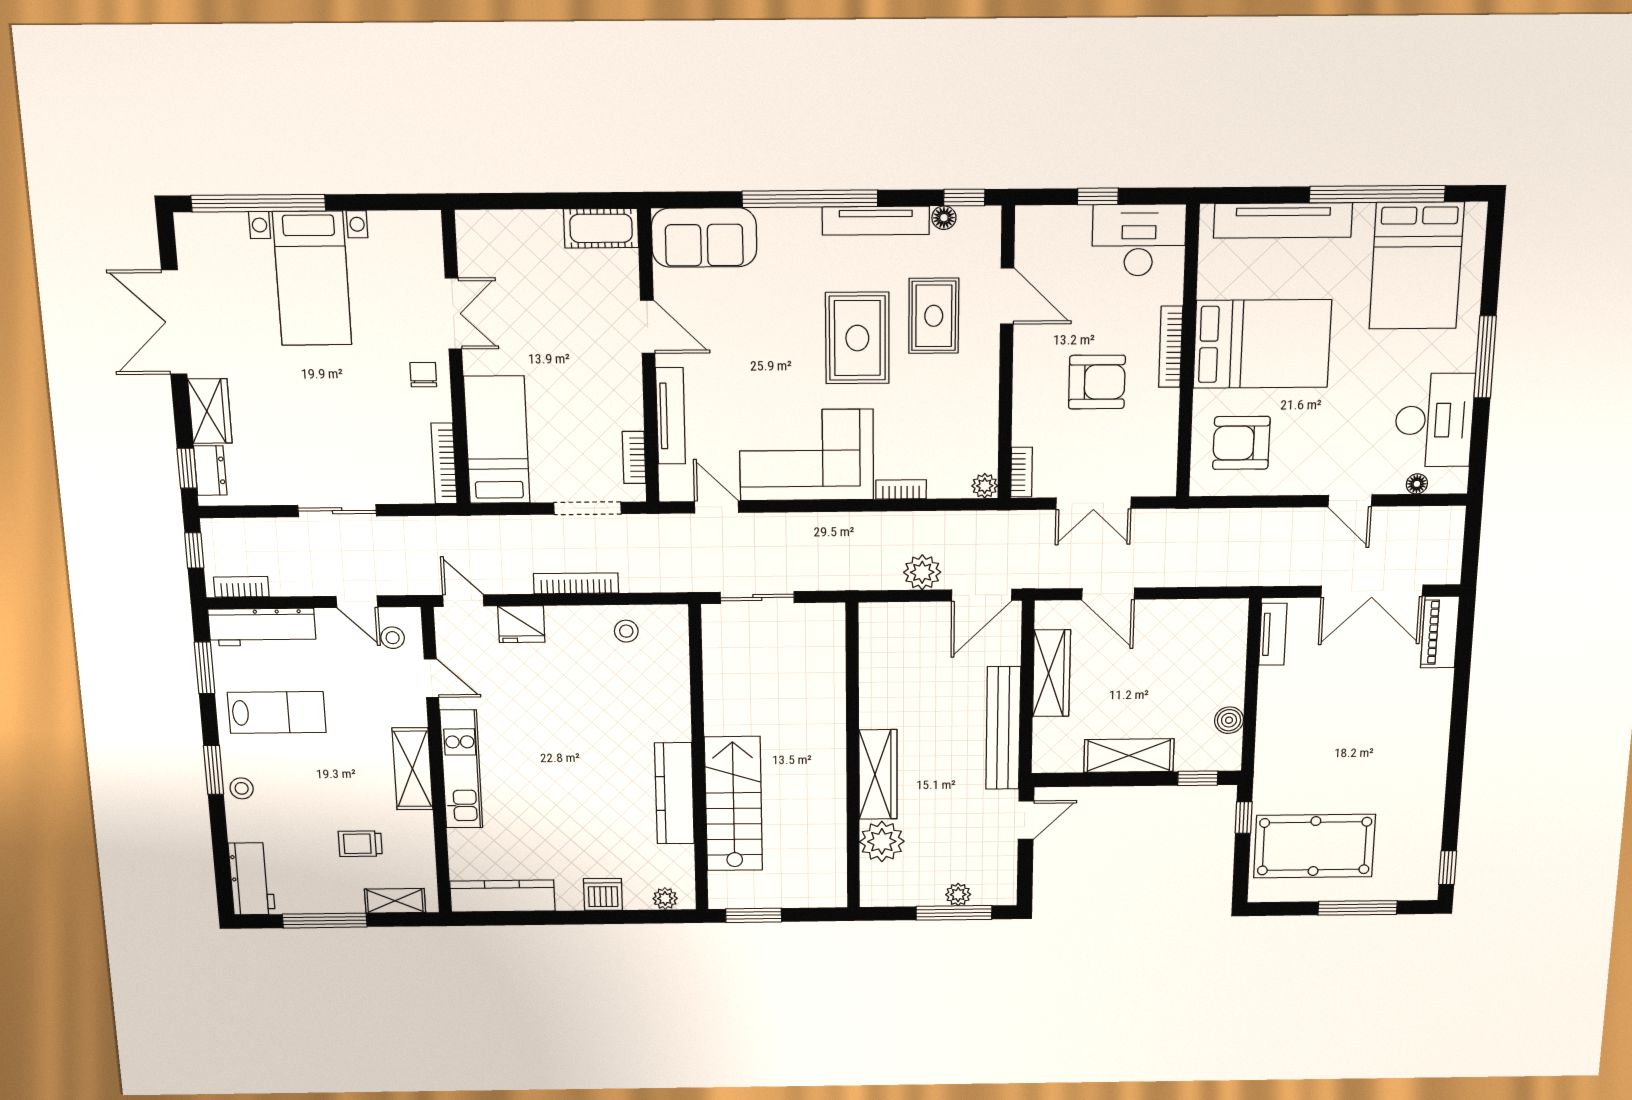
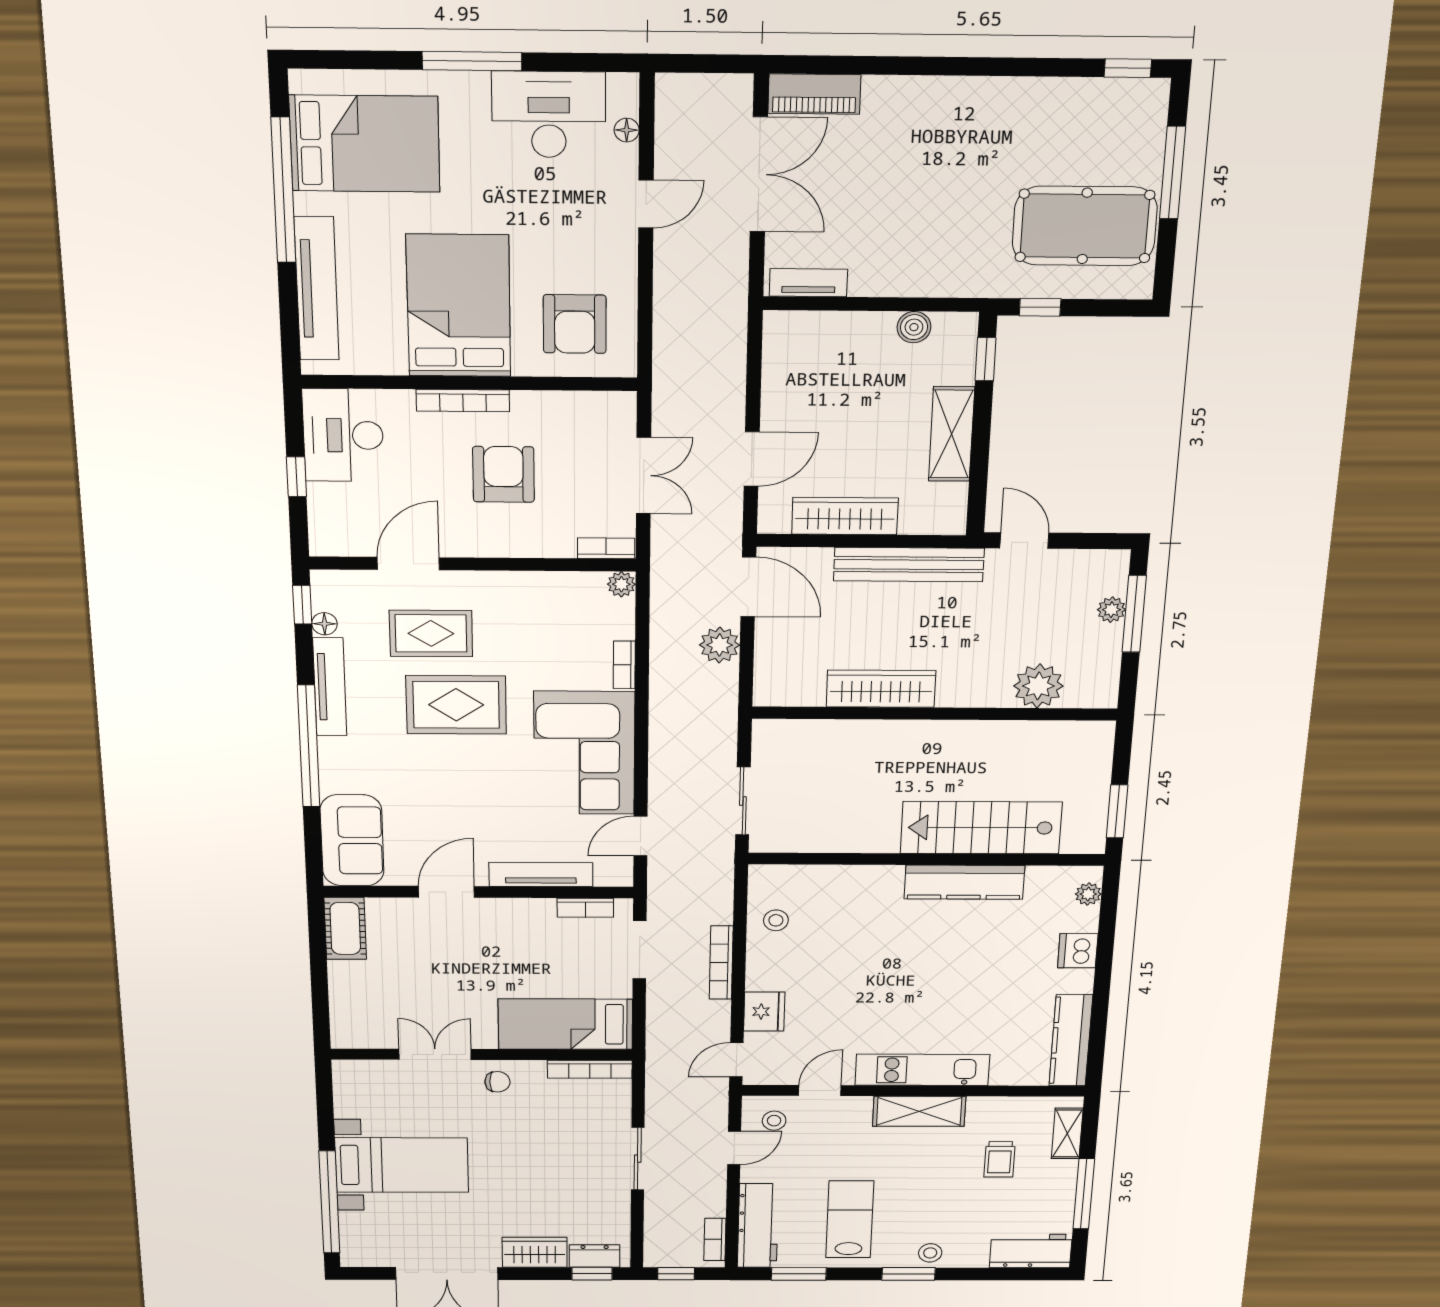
chair: (423, 375) -> (497, 1082), turned 180
wardrobe: (878, 775) -> (881, 689), moved
pool table: (1314, 846) -> (1085, 226), turned 90

